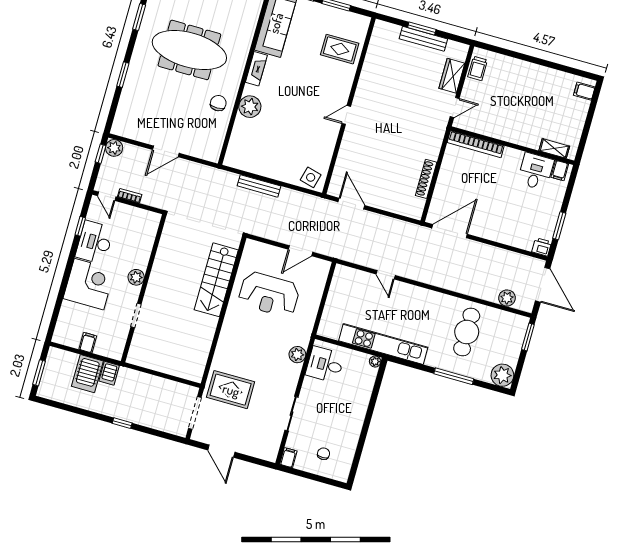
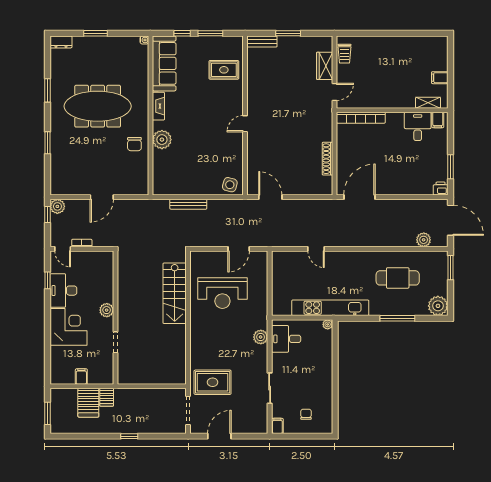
bench: (423, 39) -> (262, 42), moved, width x0.73
filing cabinet: (584, 91) -> (440, 78), moved
chair: (218, 103) -> (134, 144), turned 180
cafe table: (467, 332) -> (398, 278), turned 90
door: (221, 451) -> (219, 436), swing flipped

